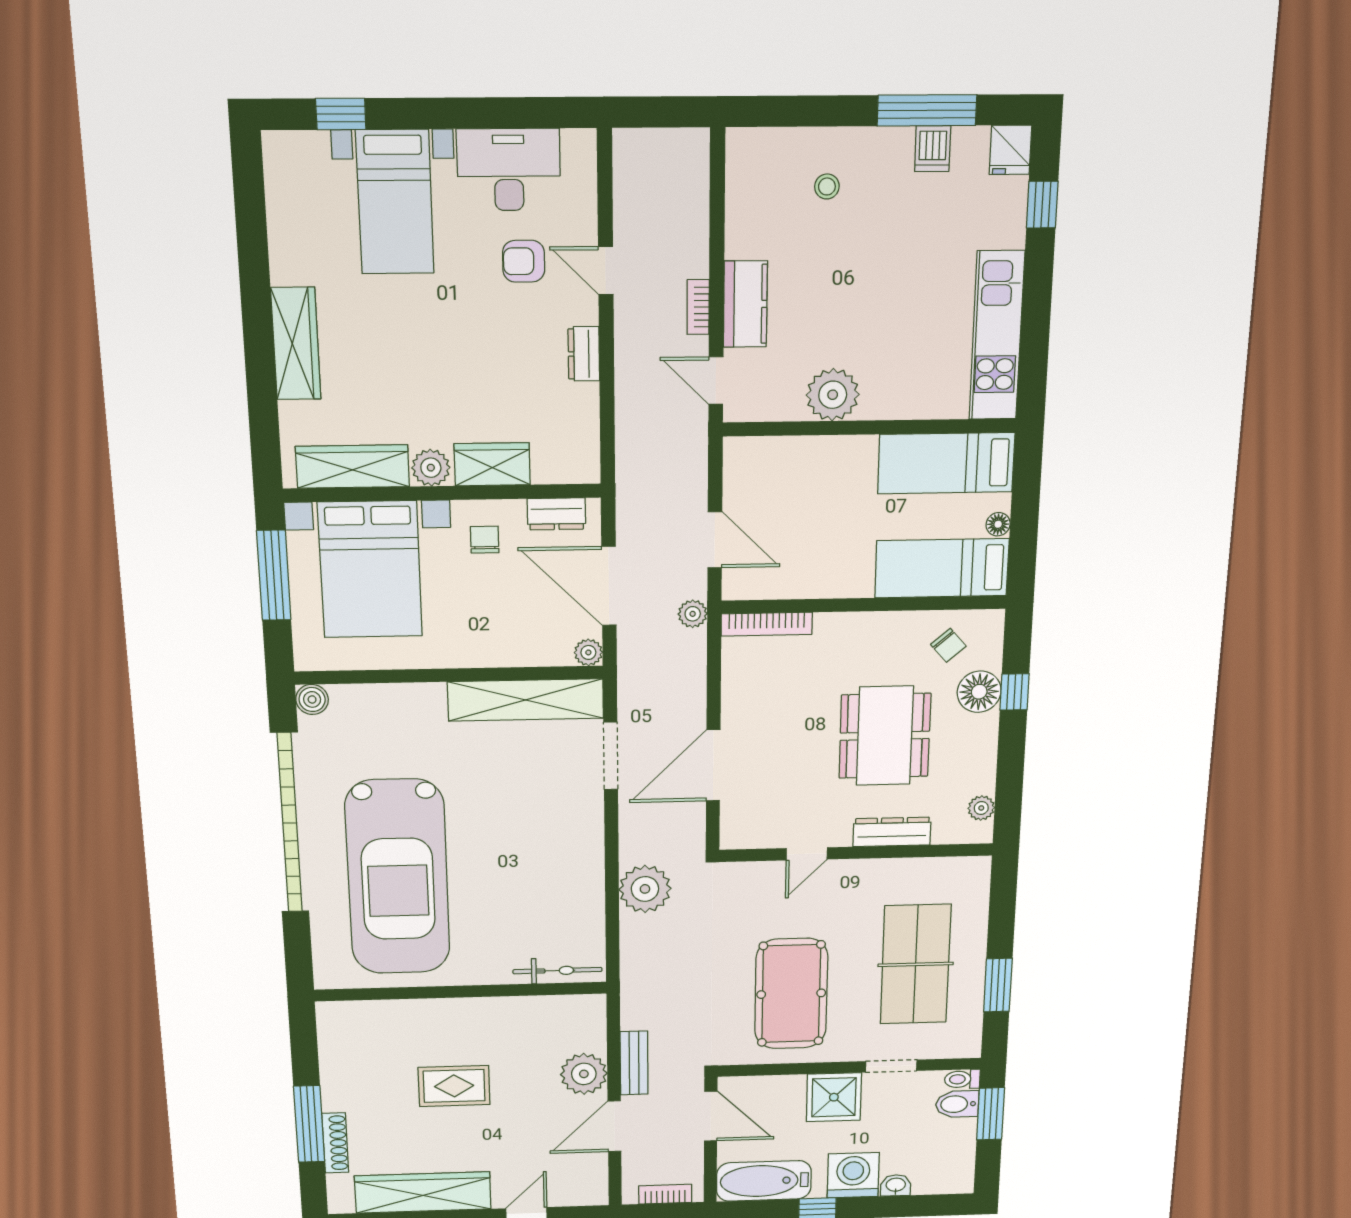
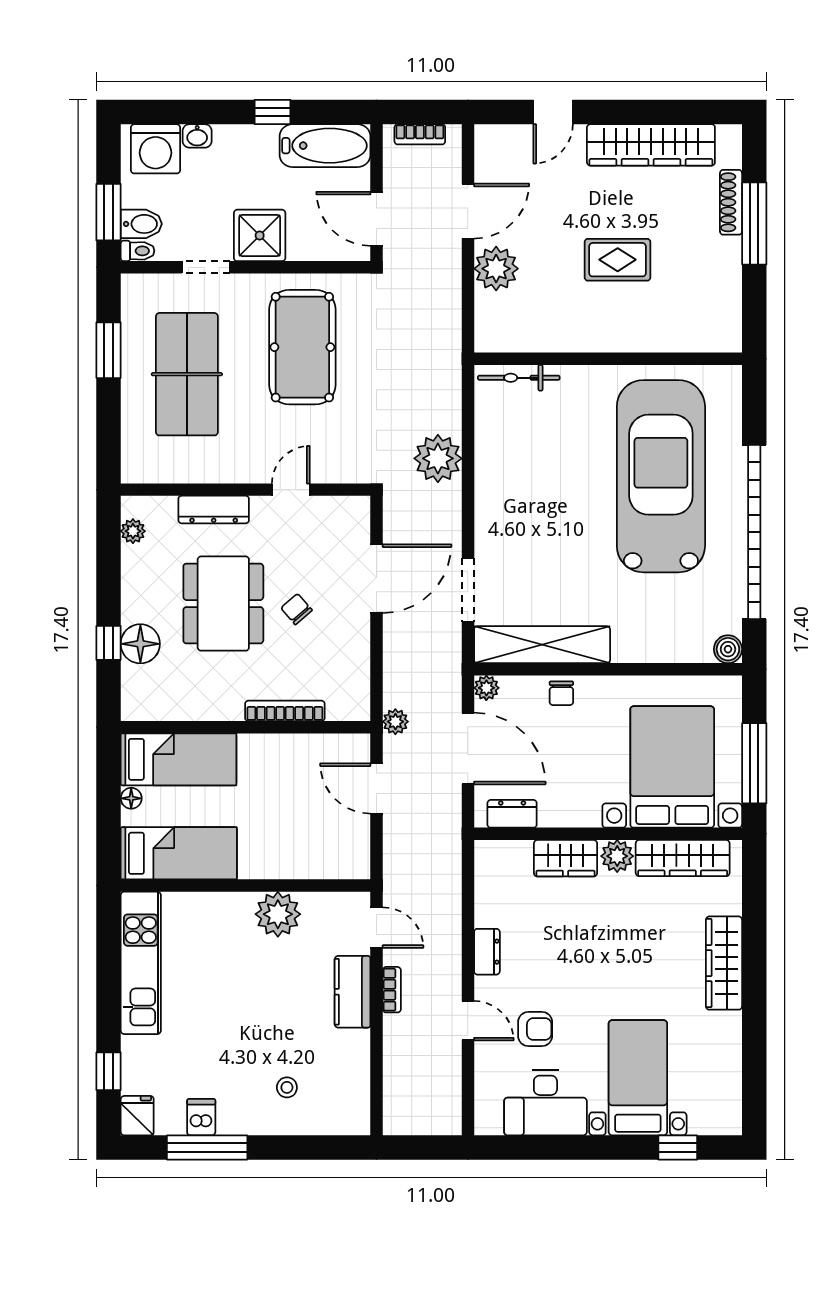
chair: (485, 540) -> (561, 693), moved
bookcase: (767, 624) -> (285, 711), moved
chair: (948, 645) -> (297, 609), moved
bench: (634, 1063) -> (449, 279), removed
washing machine: (853, 1175) -> (155, 149), moved

